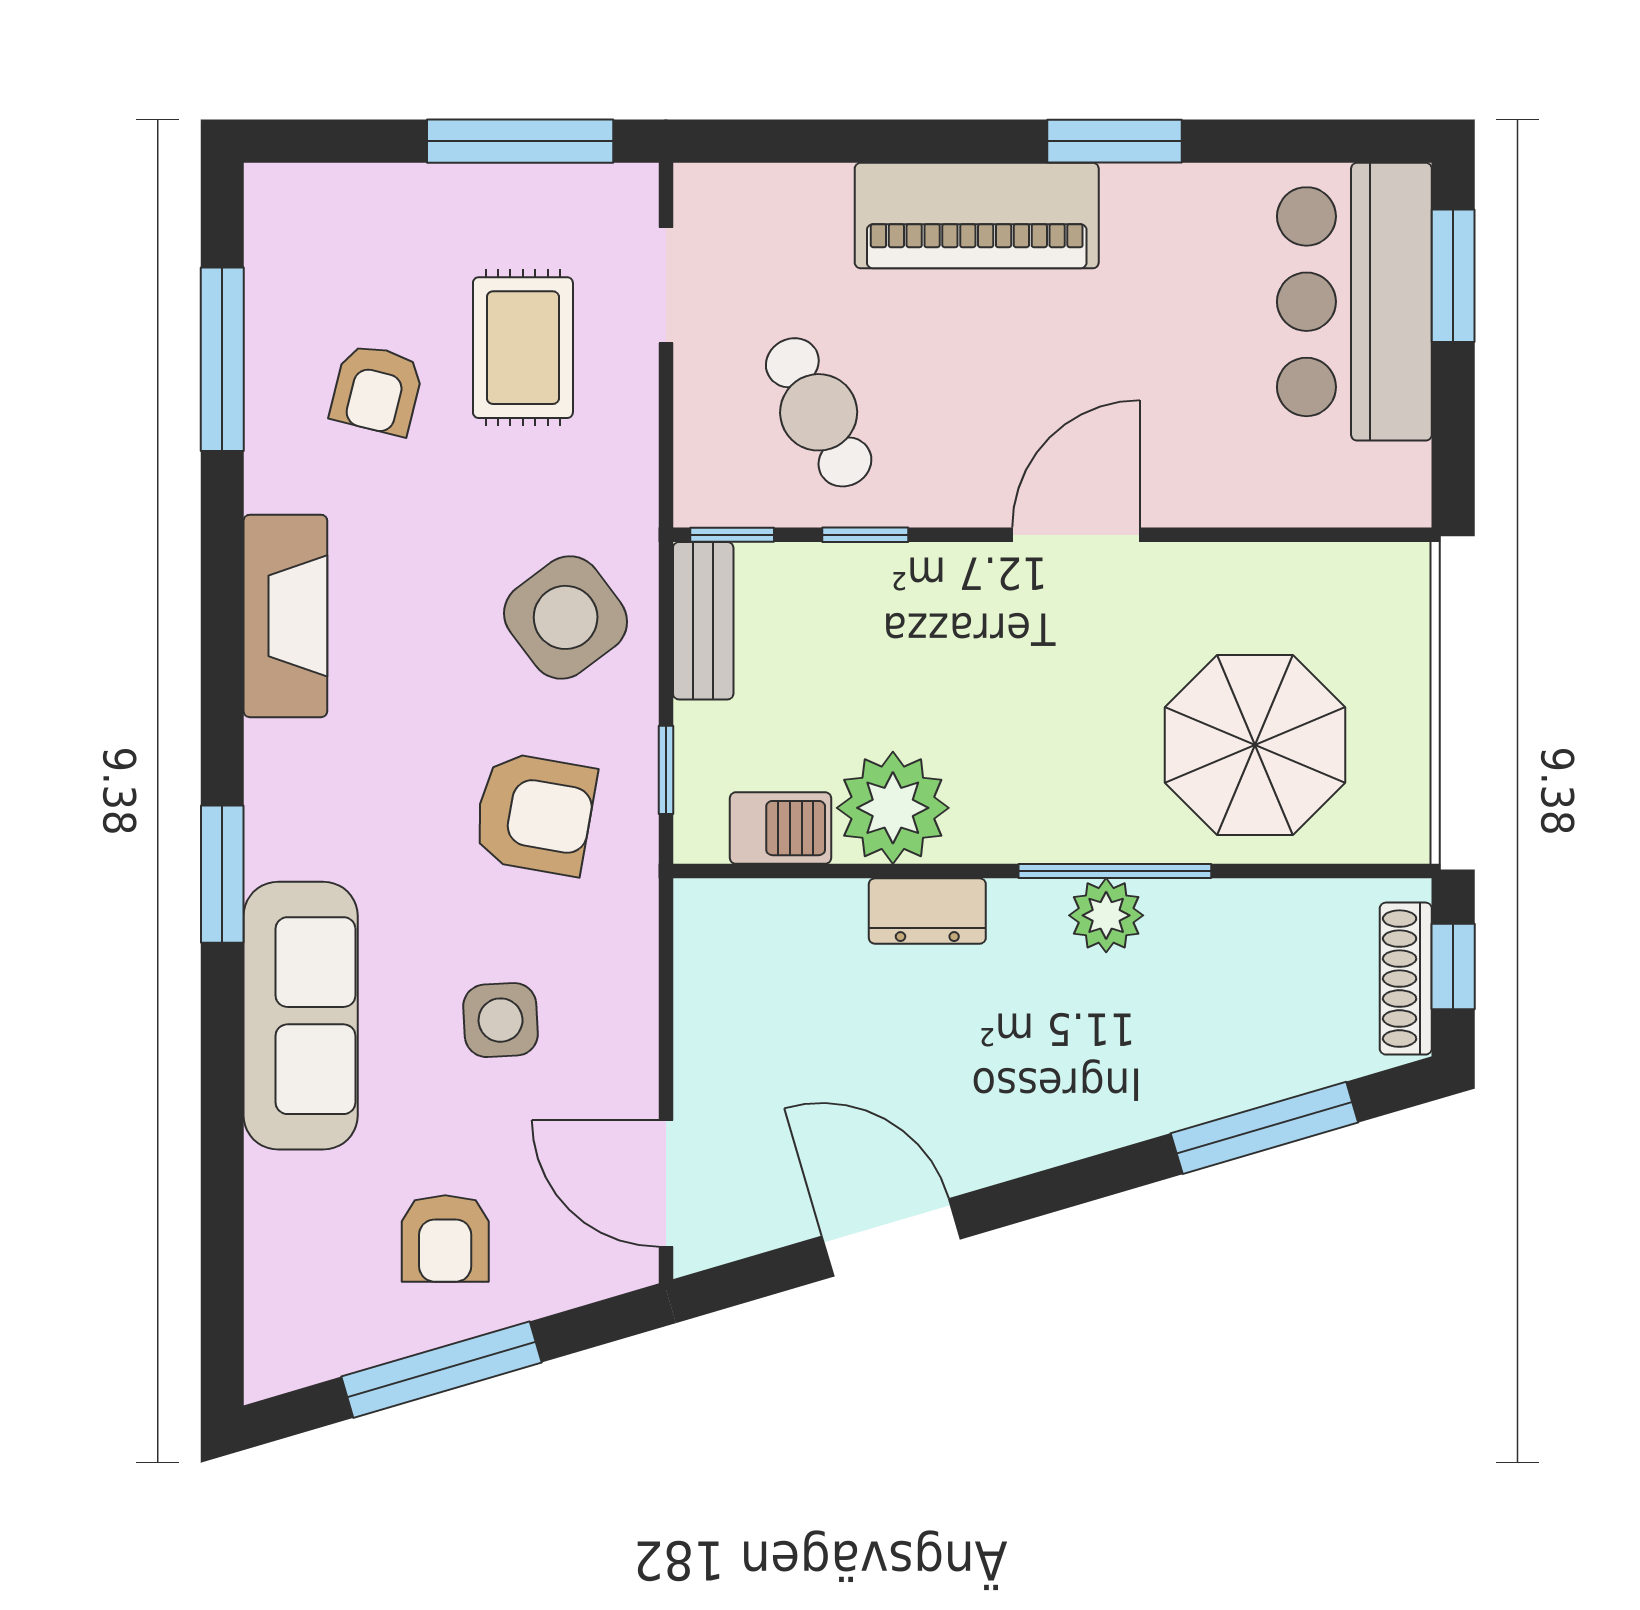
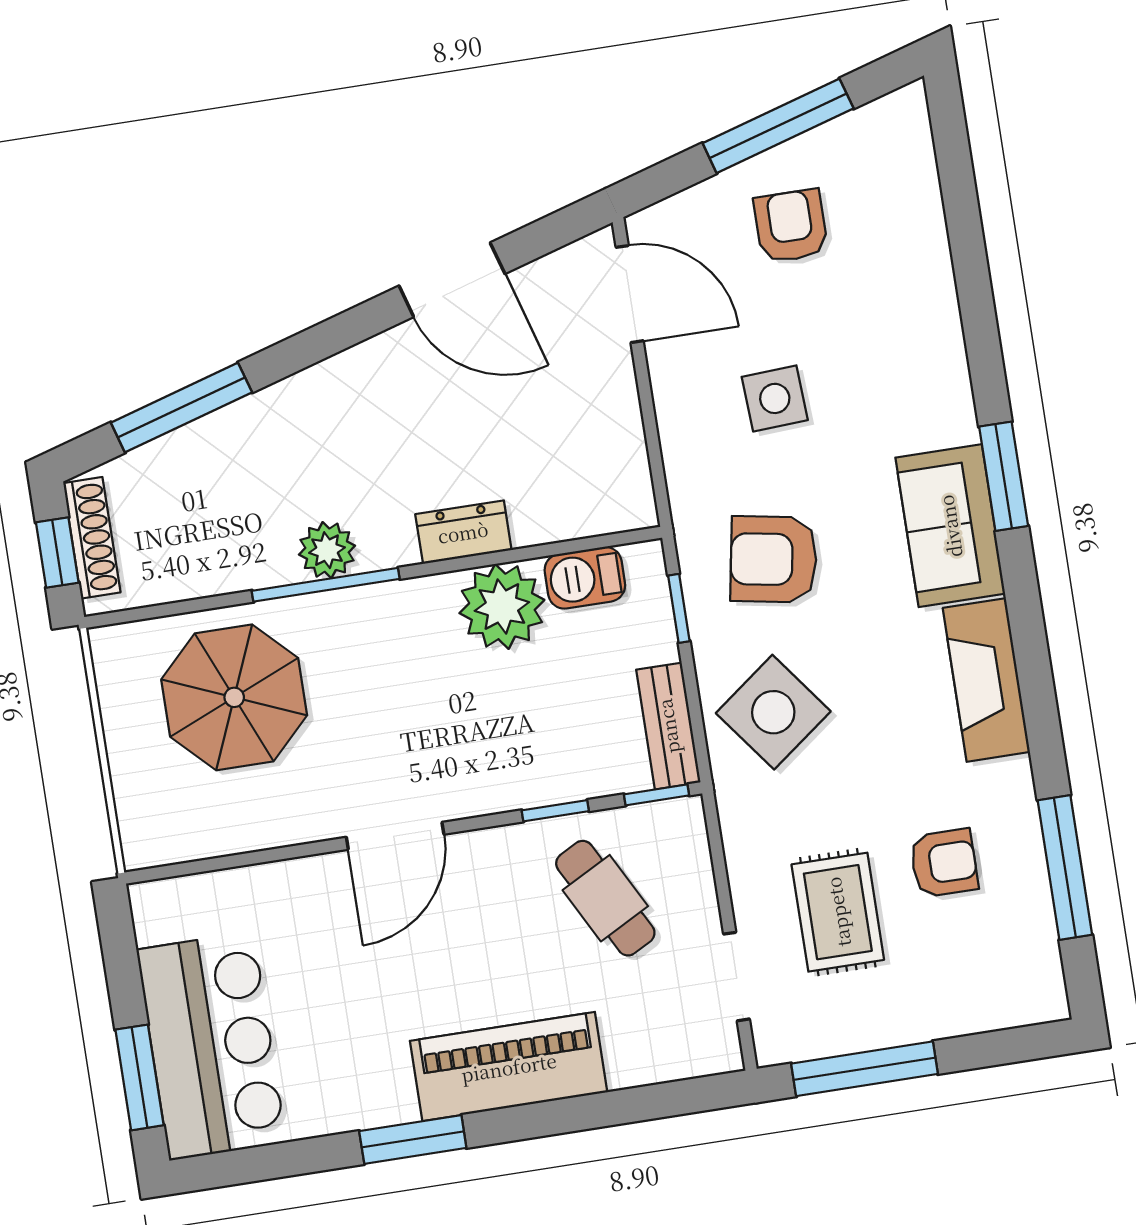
armchair: (377, 389) -> (944, 863), turned 76
sofa: (301, 1016) -> (950, 526), moved, width x0.73

